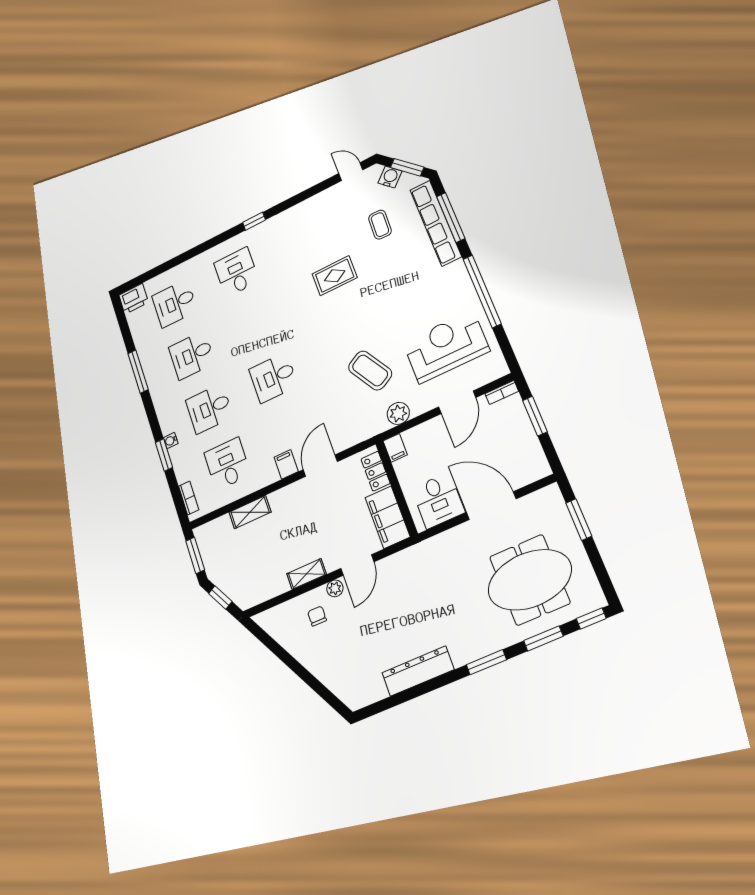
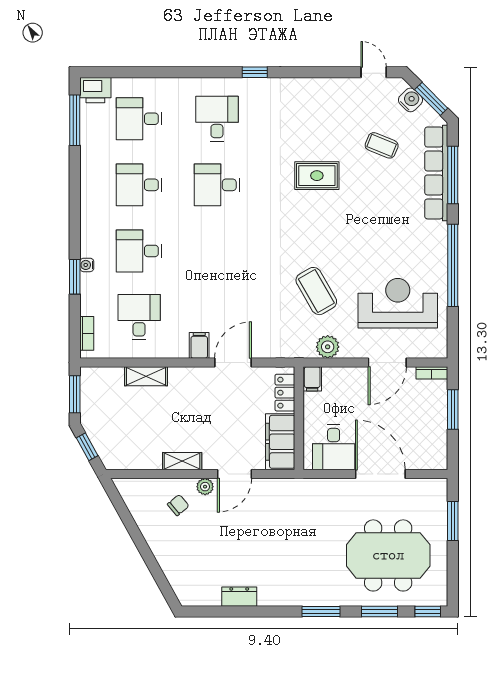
coffee table: (380, 225) -> (382, 145), turned -70
window: (138, 372) -> (75, 120), moved
desk: (273, 378) -> (217, 185), moved
chair: (317, 616) -> (178, 505), turned 50
dresser: (418, 671) -> (239, 597), width x0.51, depth x0.80

